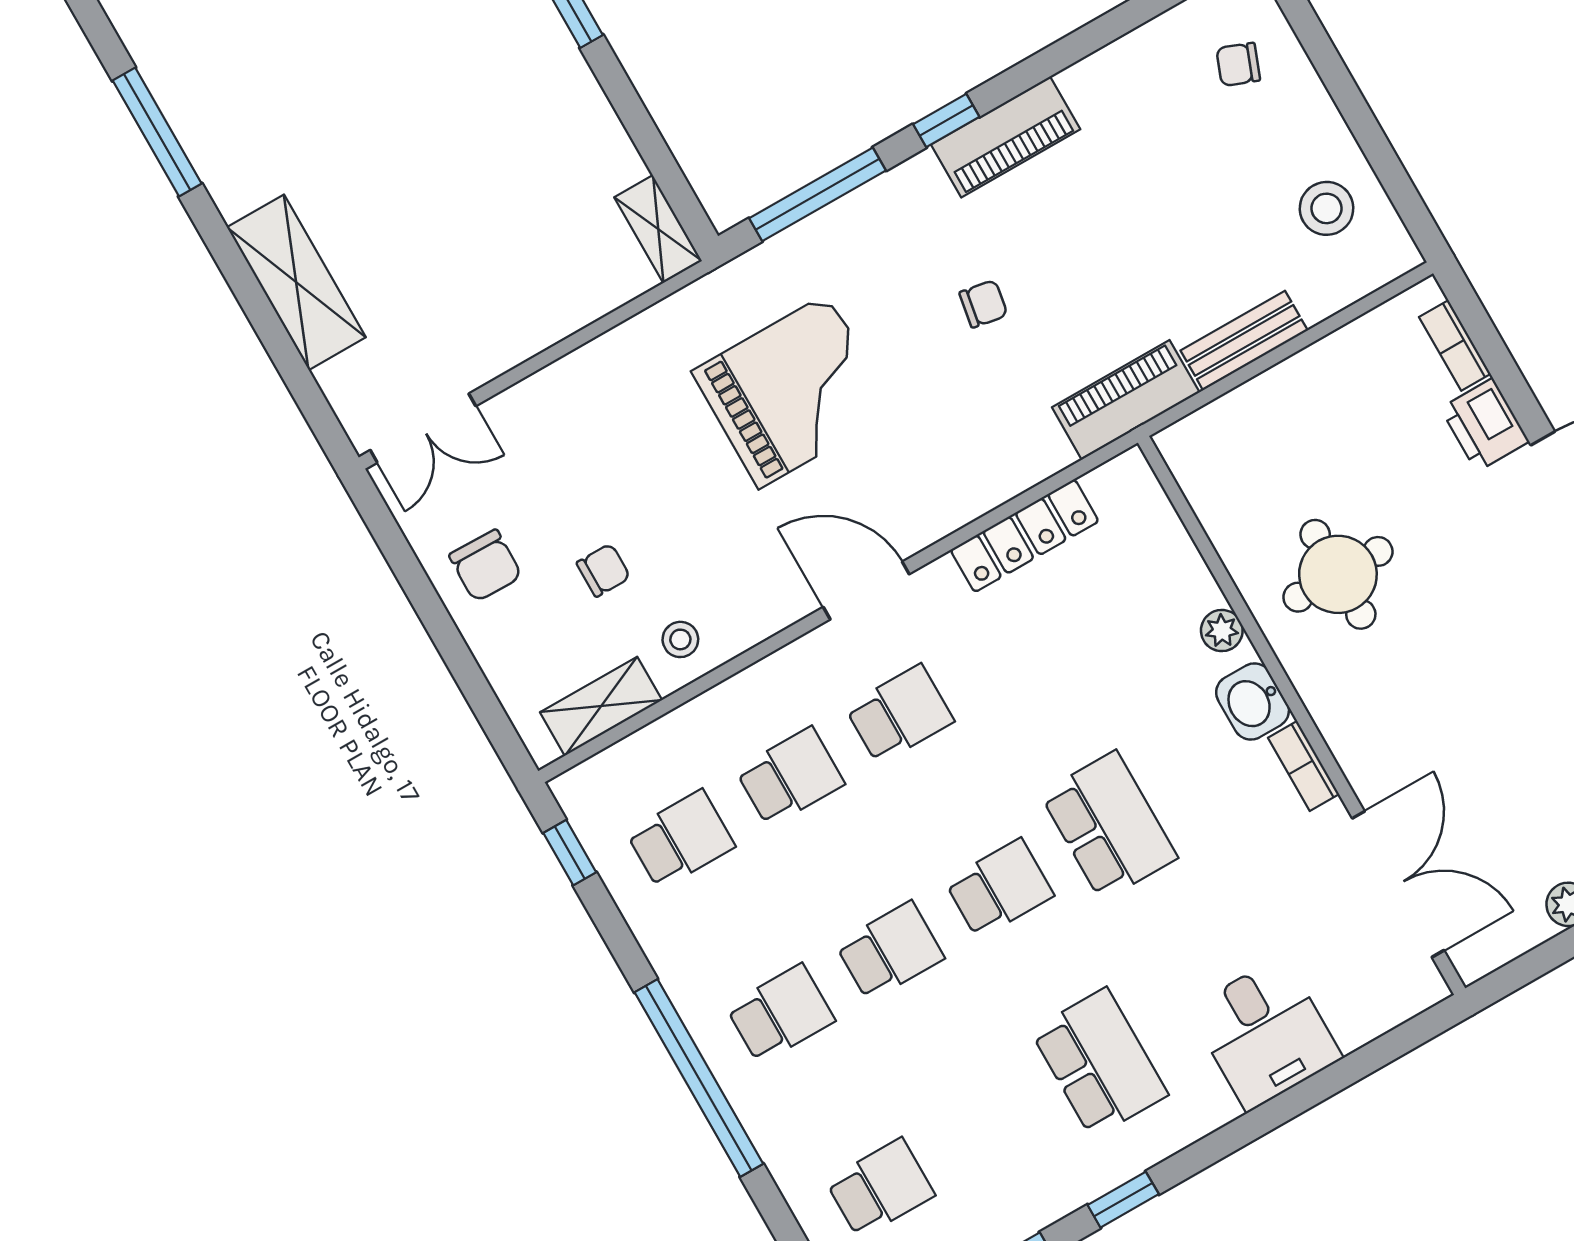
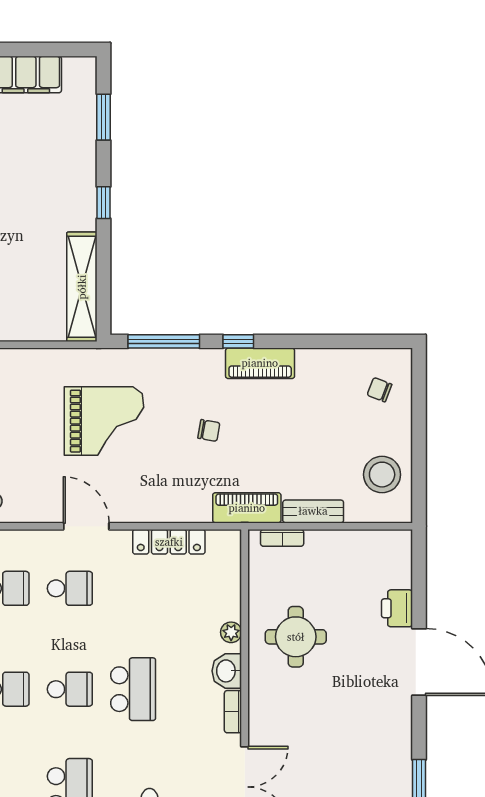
stool: (1327, 208) -> (382, 475), width x1.38, depth x1.38
shelving: (658, 229) -> (82, 287), width x2.20, depth x1.33
bookcase: (1455, 345) -> (282, 538), moved, turned -90

